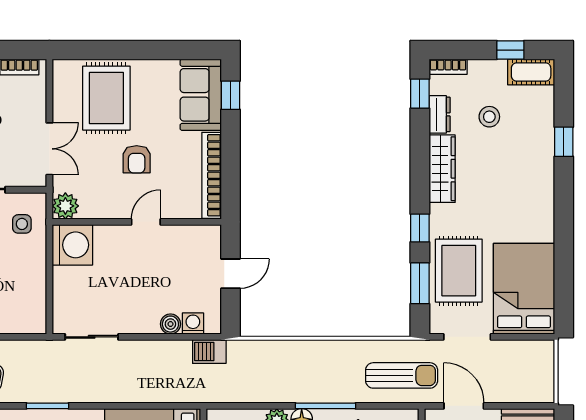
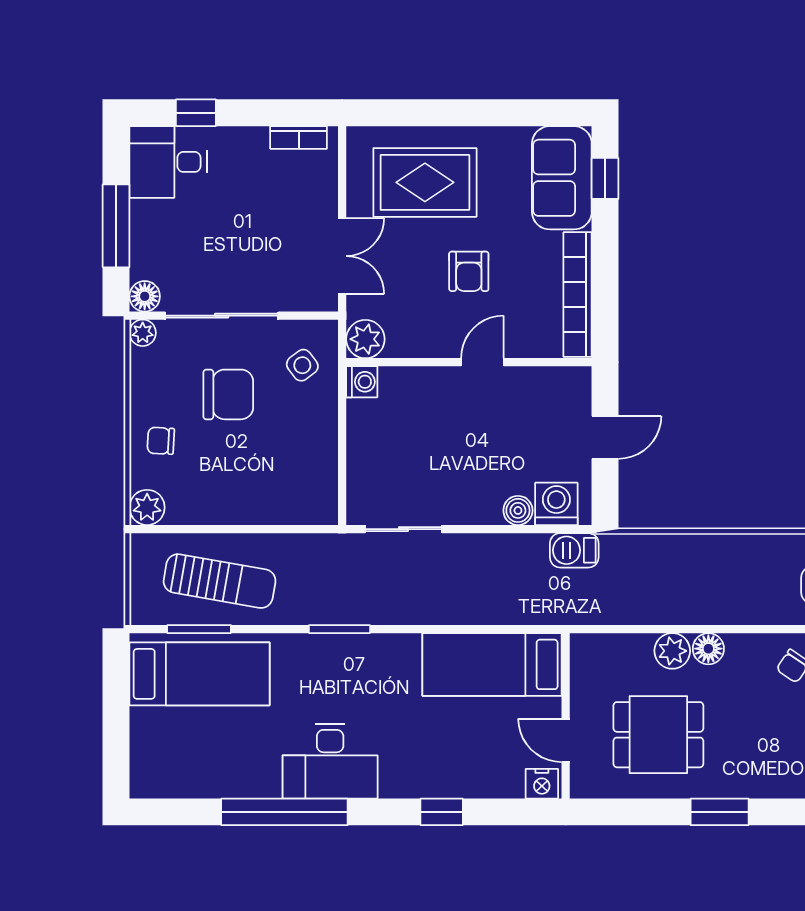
rug: (106, 98) -> (425, 182), turned 90
side table: (22, 224) -> (302, 365), turned -37
washing machine: (72, 245) -> (362, 382), width x0.53, depth x0.53
washing machine: (193, 323) -> (556, 504), width x1.38, depth x1.38
window: (325, 406) -> (743, 629), removed

